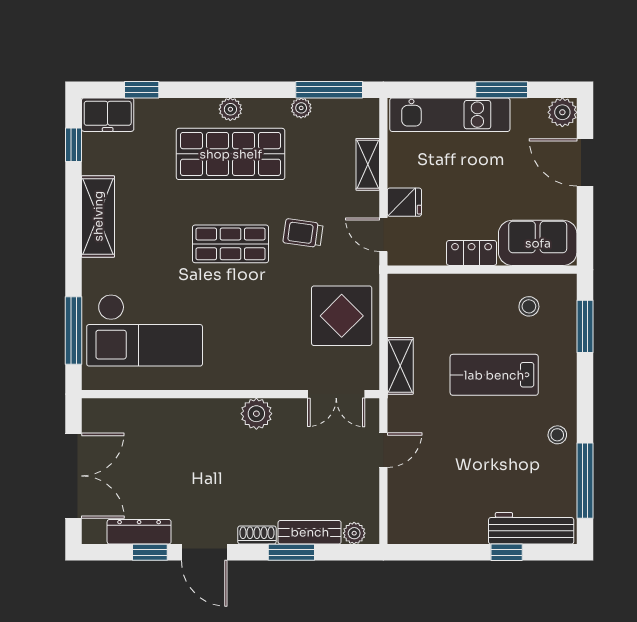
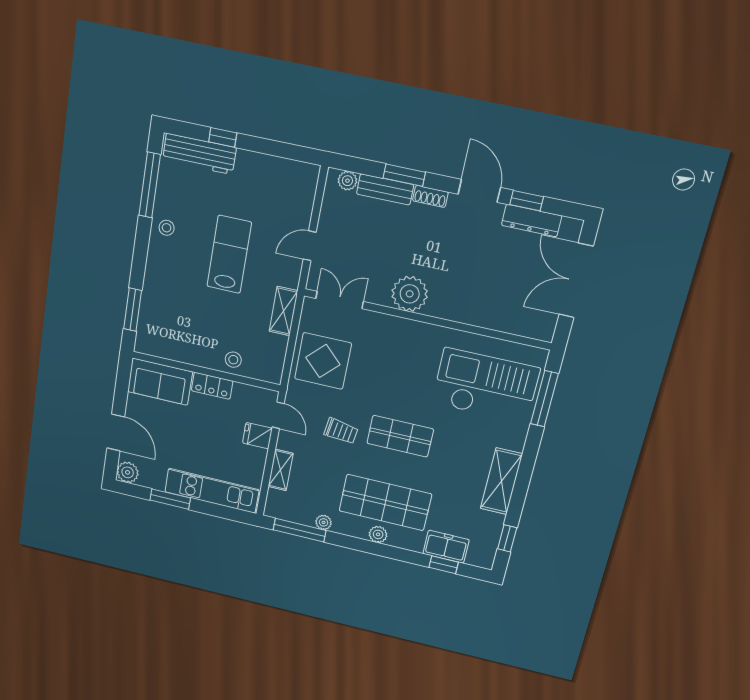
freezer: (108, 115) -> (446, 547), moved
stool: (529, 306) -> (233, 360), moved
lab bench: (494, 375) -> (229, 254), moved, turned -90
plant: (256, 414) -> (410, 294), width x1.36, depth x1.36

